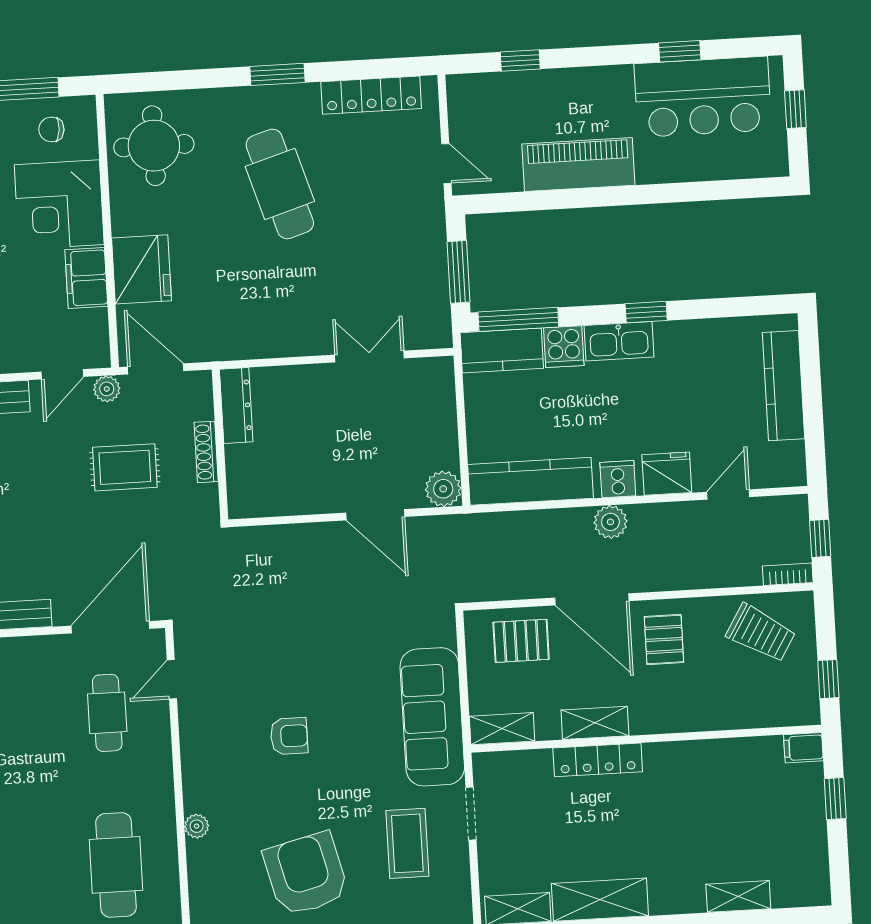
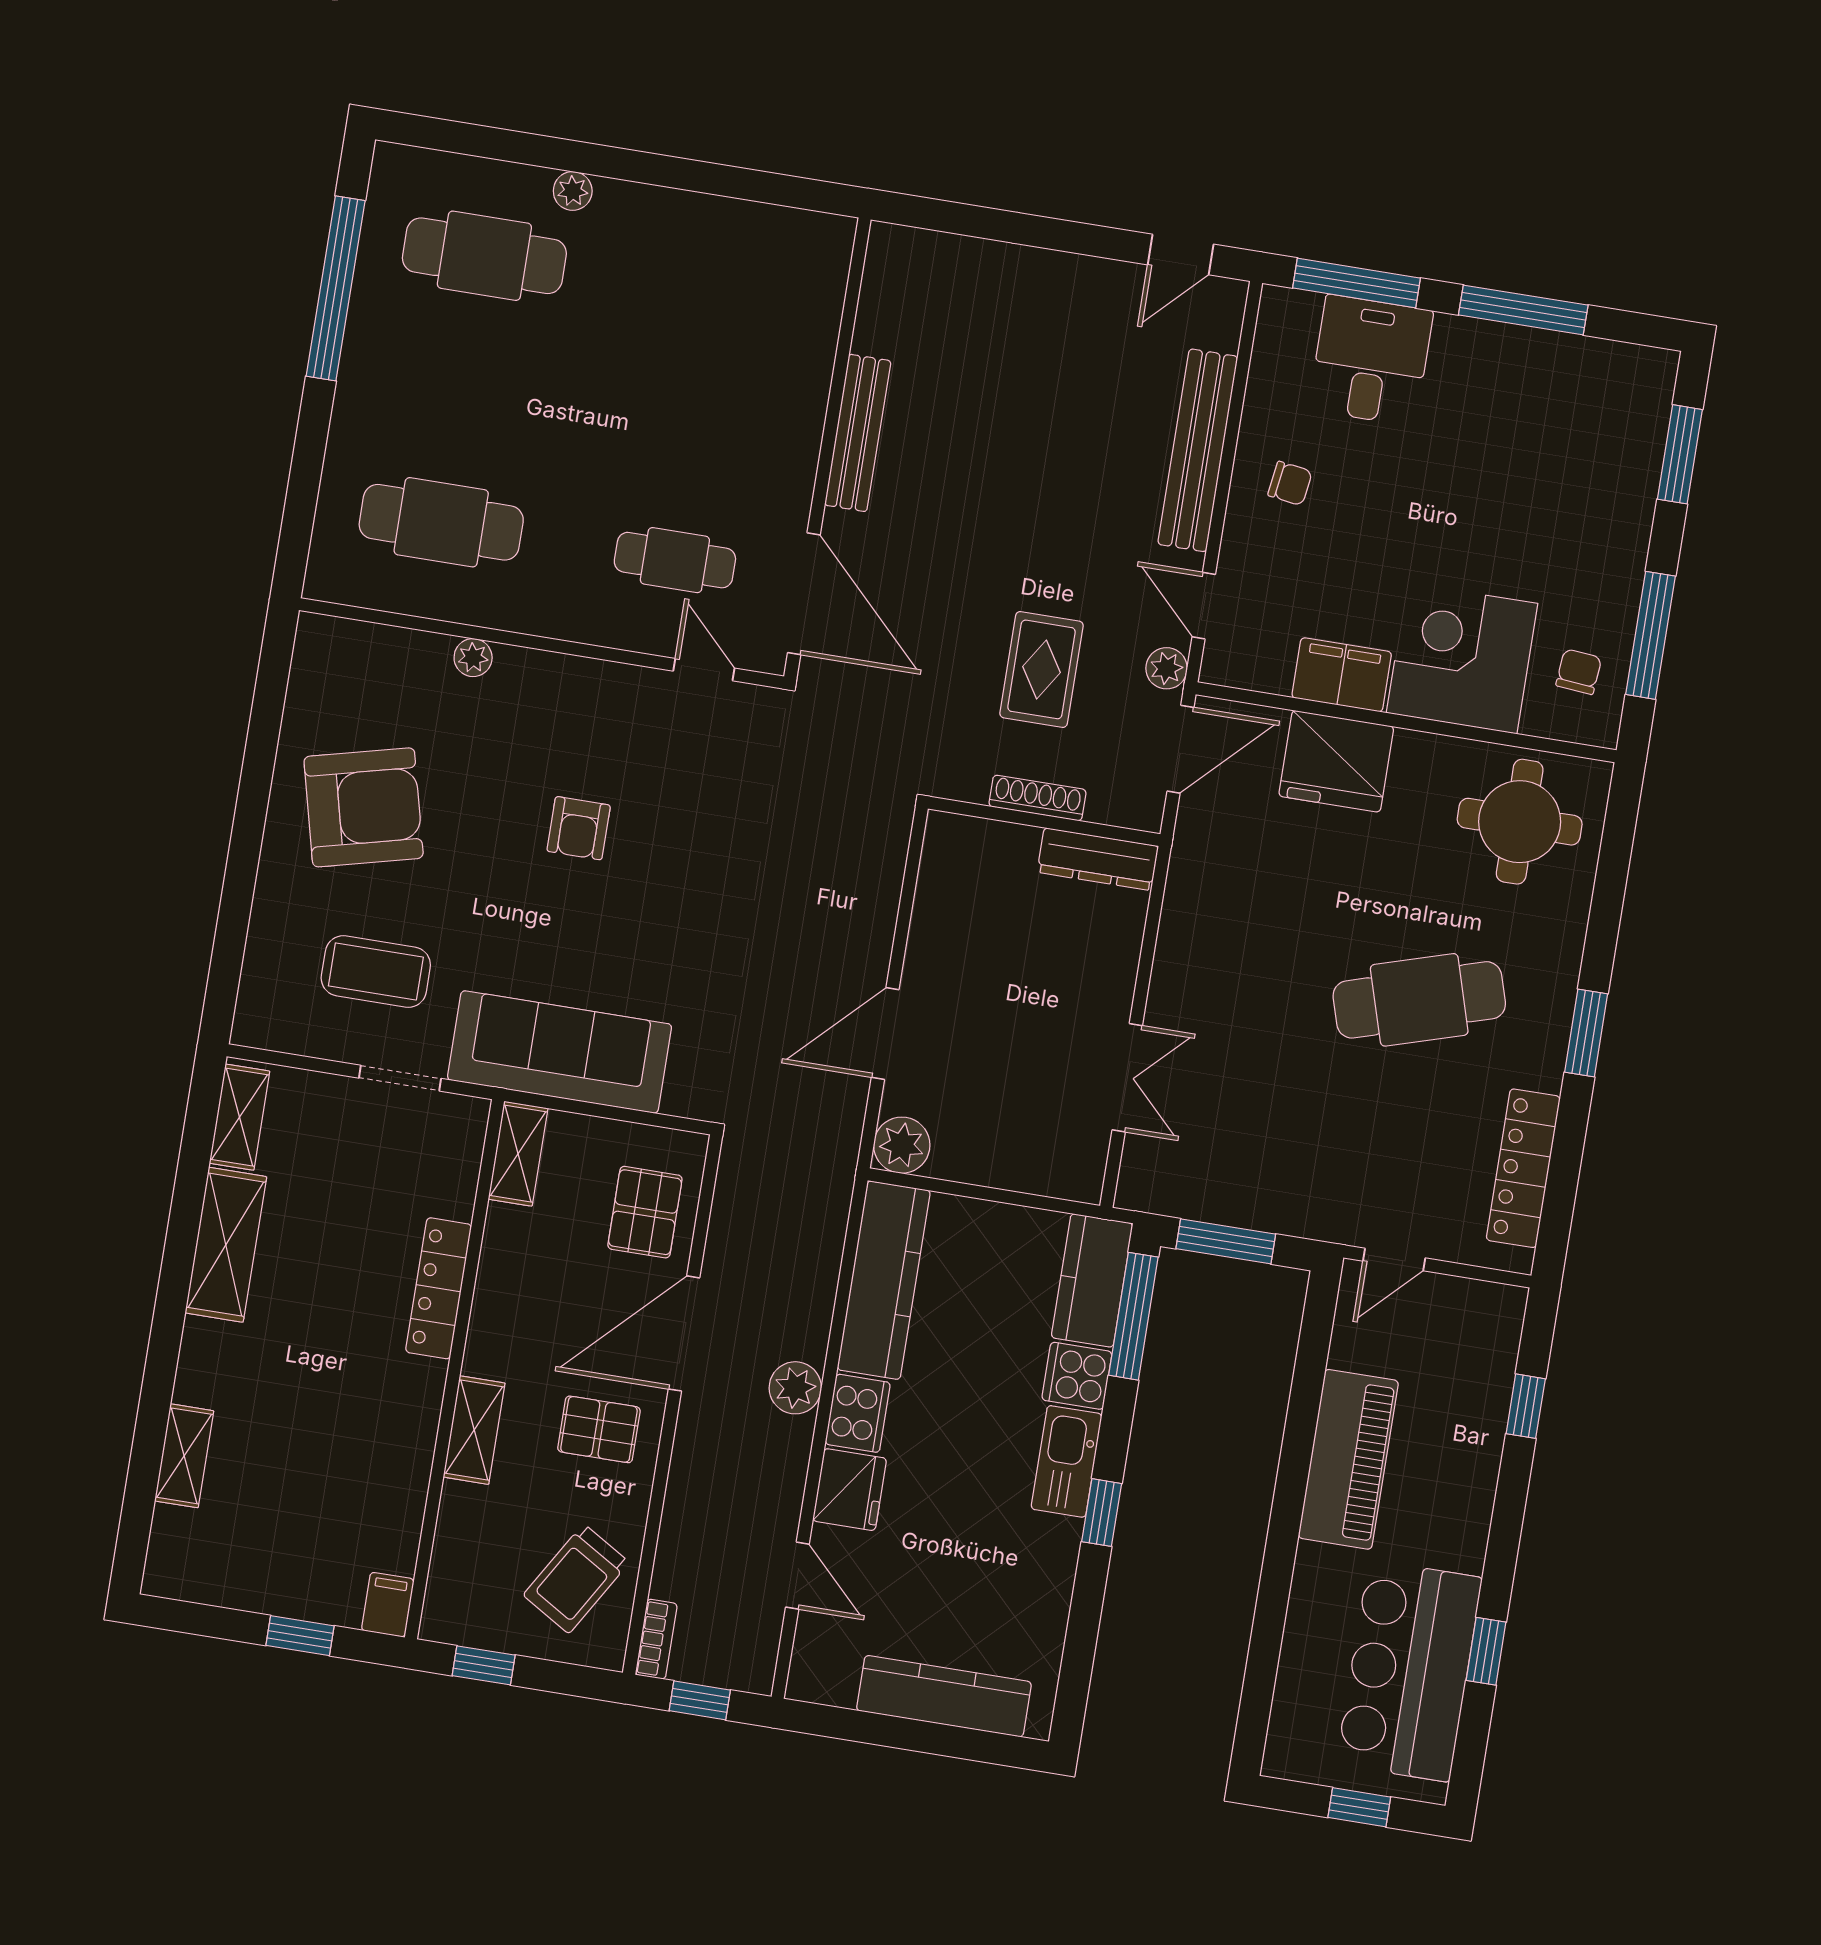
cooker: (618, 479) -> (858, 1413), width x1.36
shelving: (595, 723) -> (474, 1430), moved

